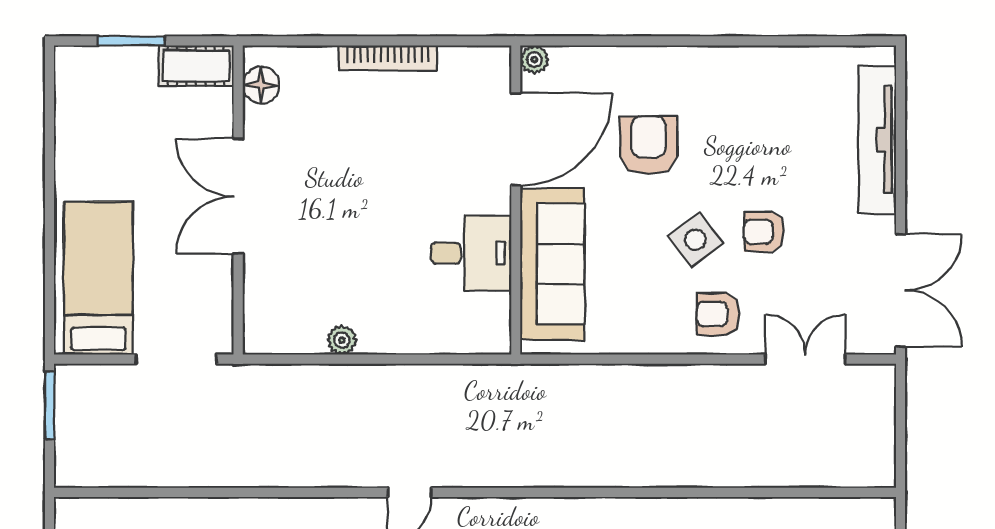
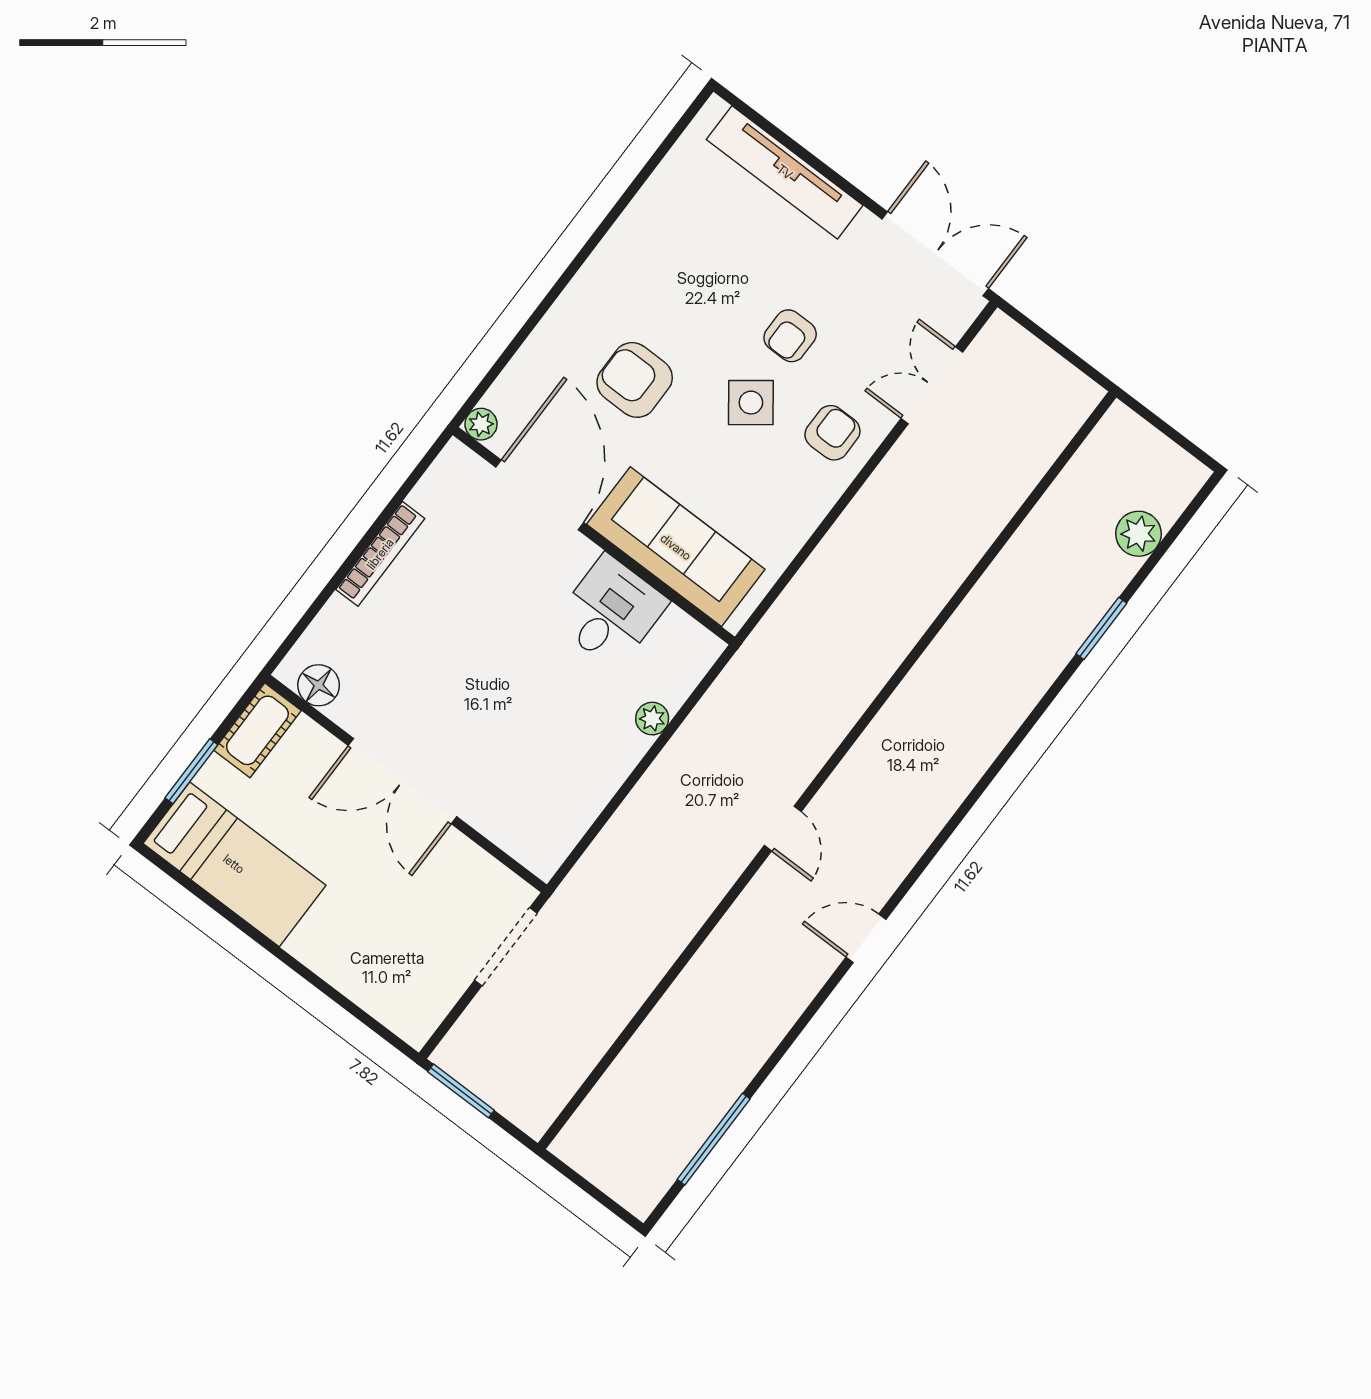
bed: (98, 278) -> (234, 864), moved, turned 180
armchair: (718, 314) -> (832, 433), turned 180
plant: (342, 340) -> (652, 719), moved

